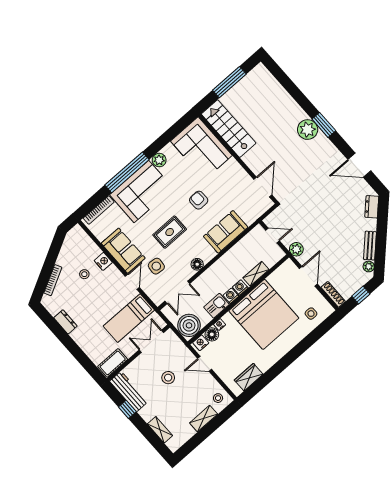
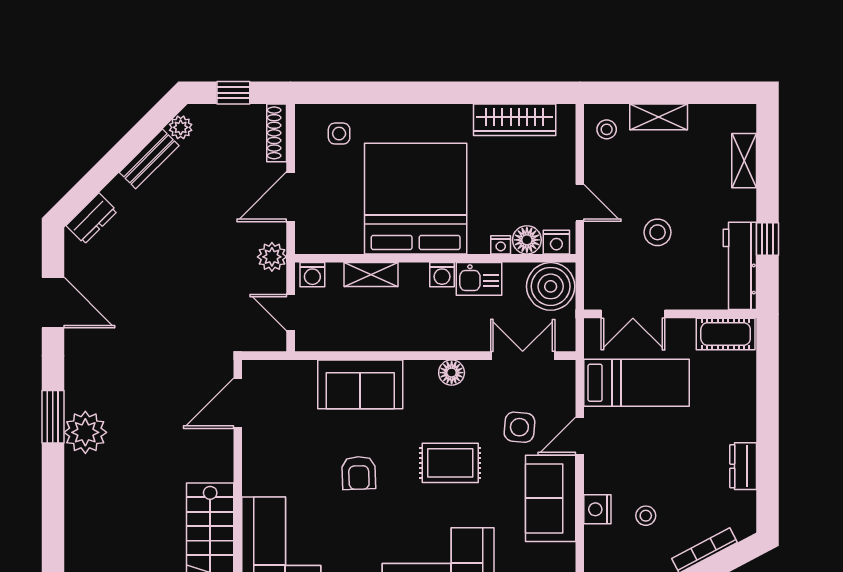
washing machine: (240, 287) -> (312, 275), moved
wardrobe: (249, 377) -> (515, 120), width x1.50

